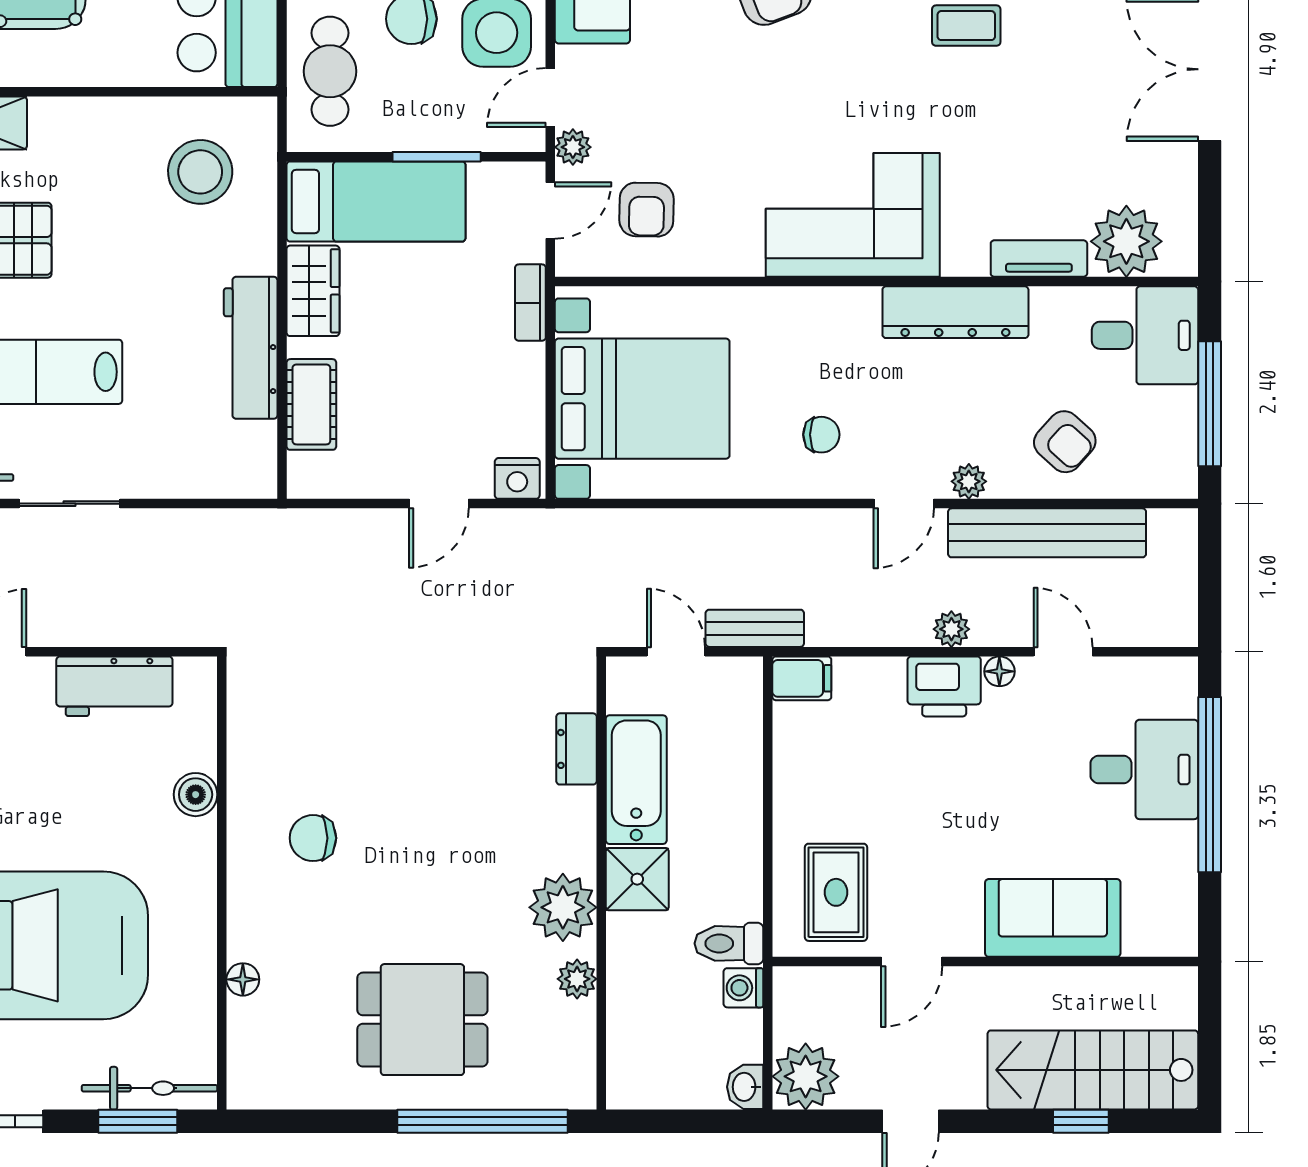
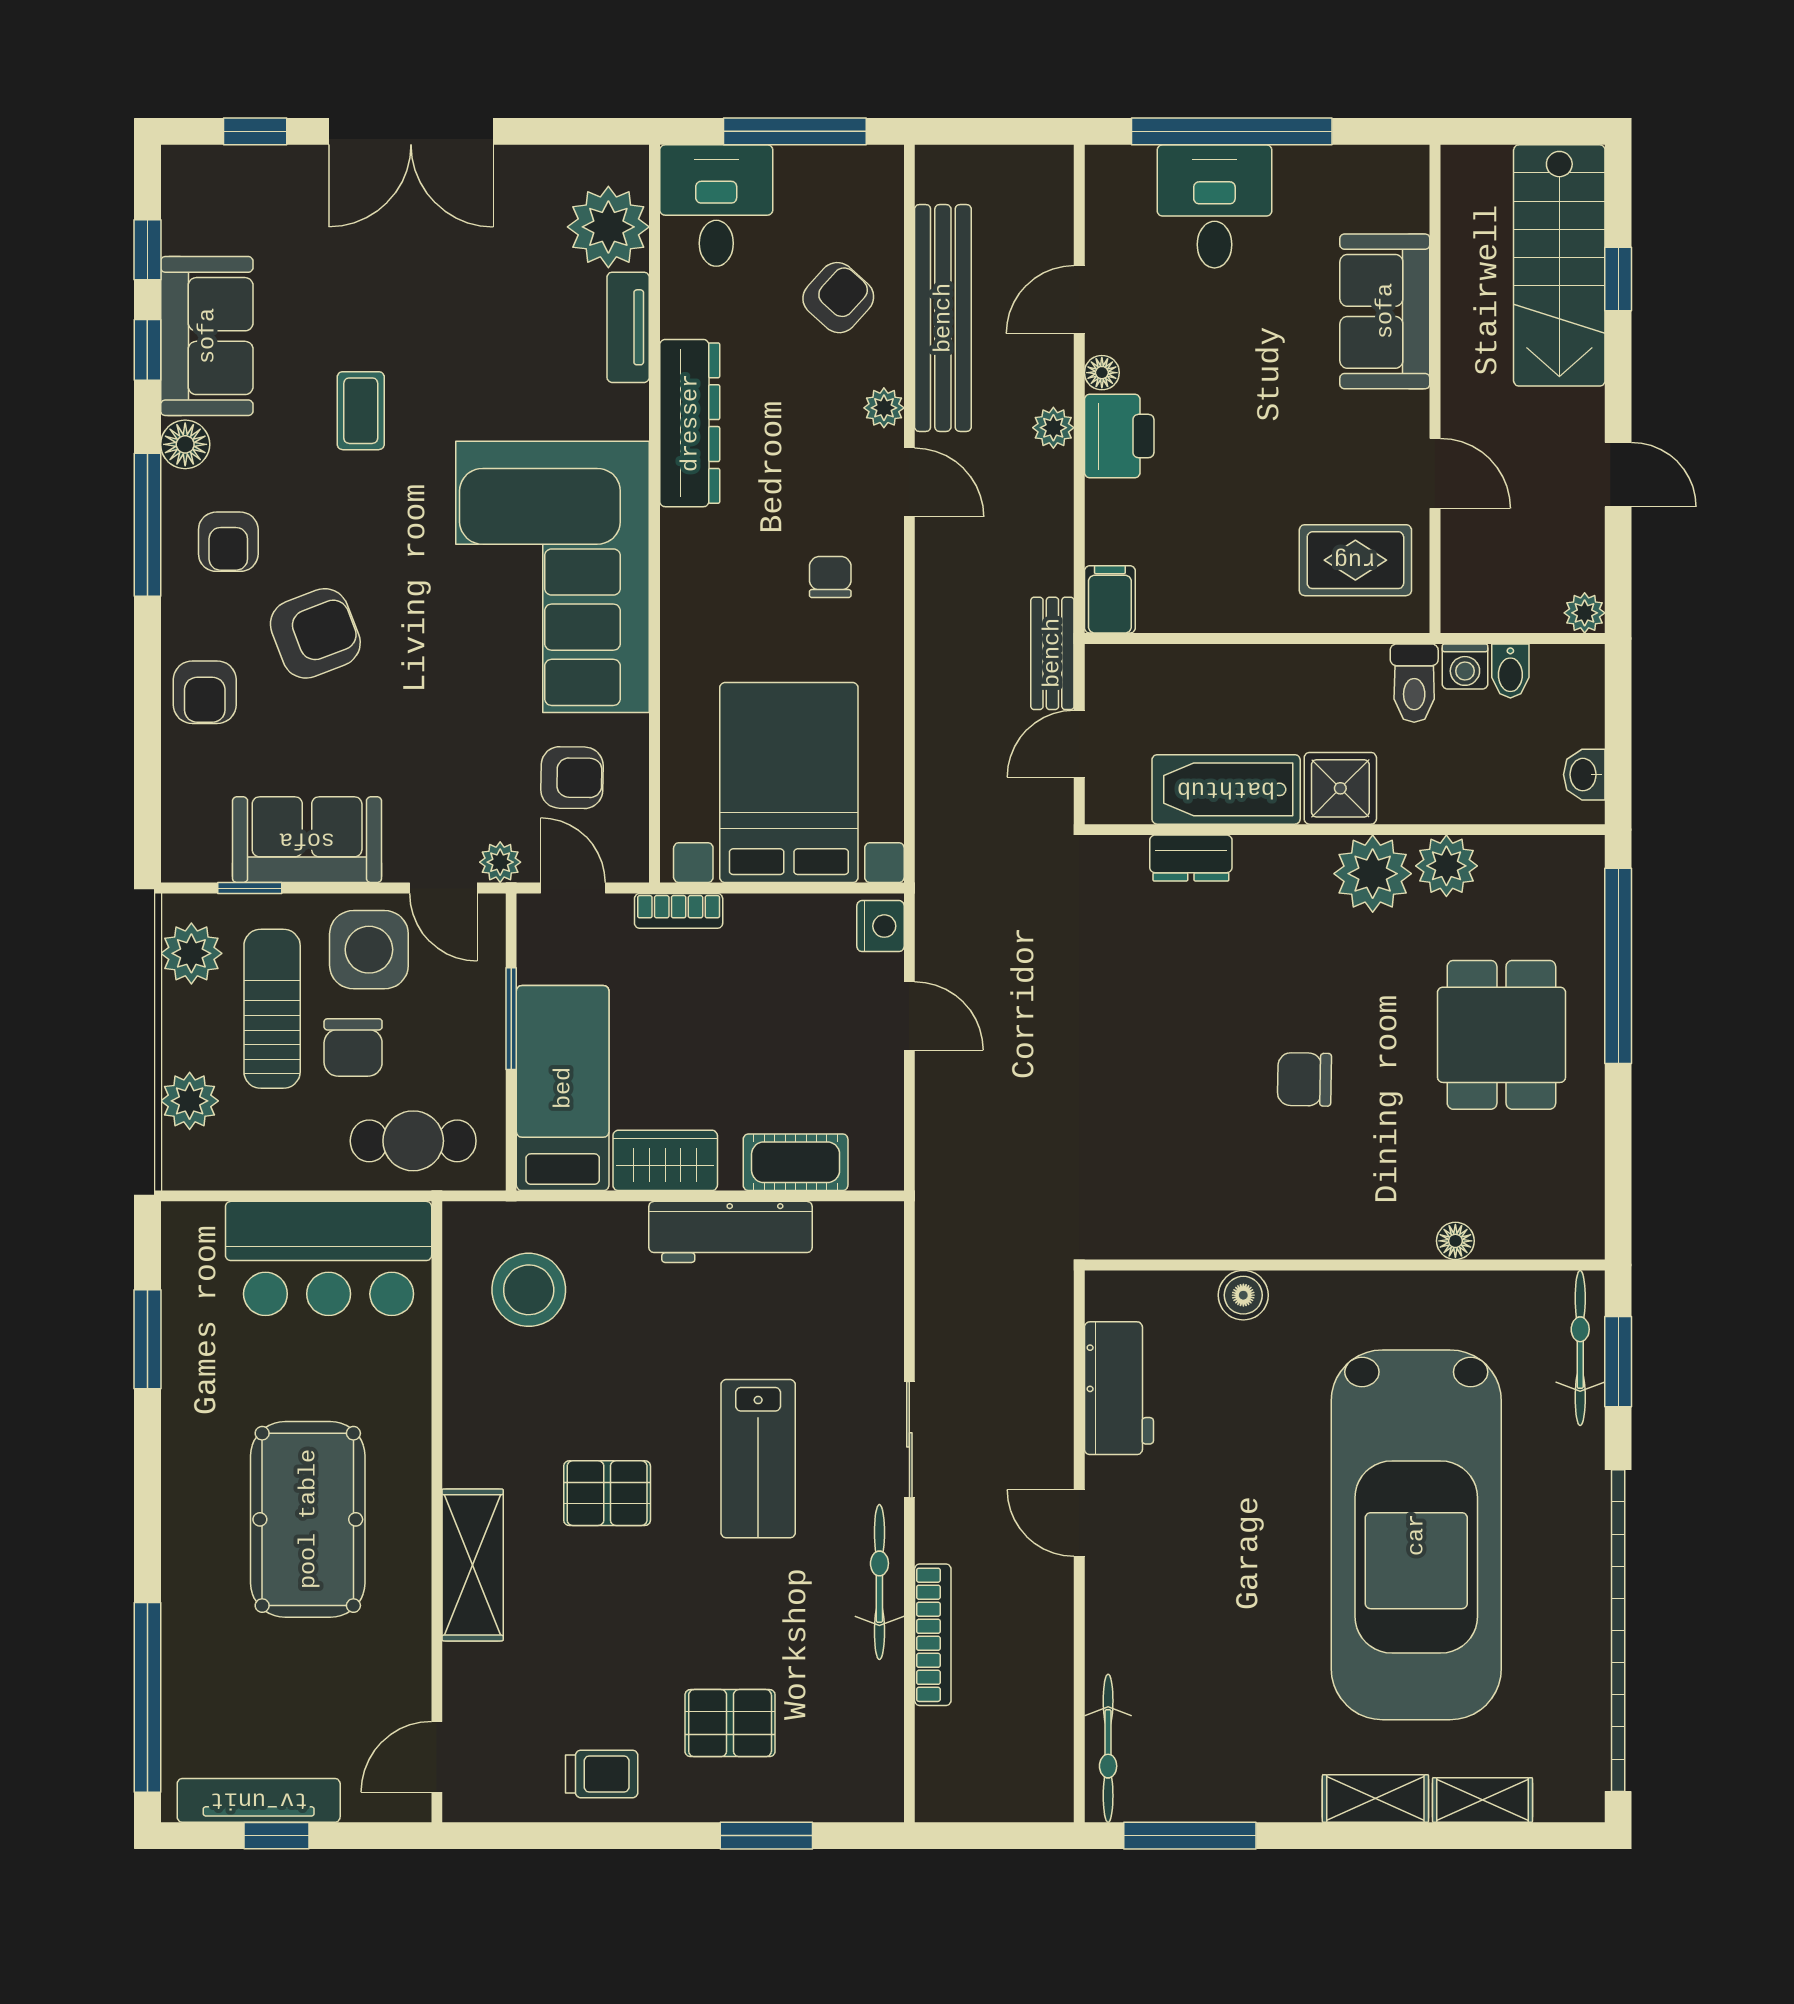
corner sofa: (853, 215) -> (553, 577), width x1.36, depth x1.36
chair: (313, 838) -> (1304, 1079), moved, turned 91
plant: (577, 979) -> (1446, 866), width x1.38, depth x1.38
bidet: (739, 1027) -> (1510, 671), added
plant: (806, 1076) -> (1585, 613), width x0.53, depth x0.53
washbasin: (745, 1087) -> (1584, 775), moved, turned 90

